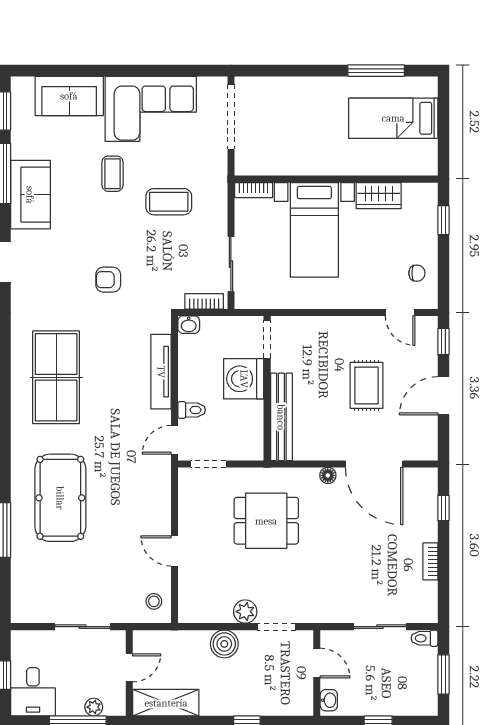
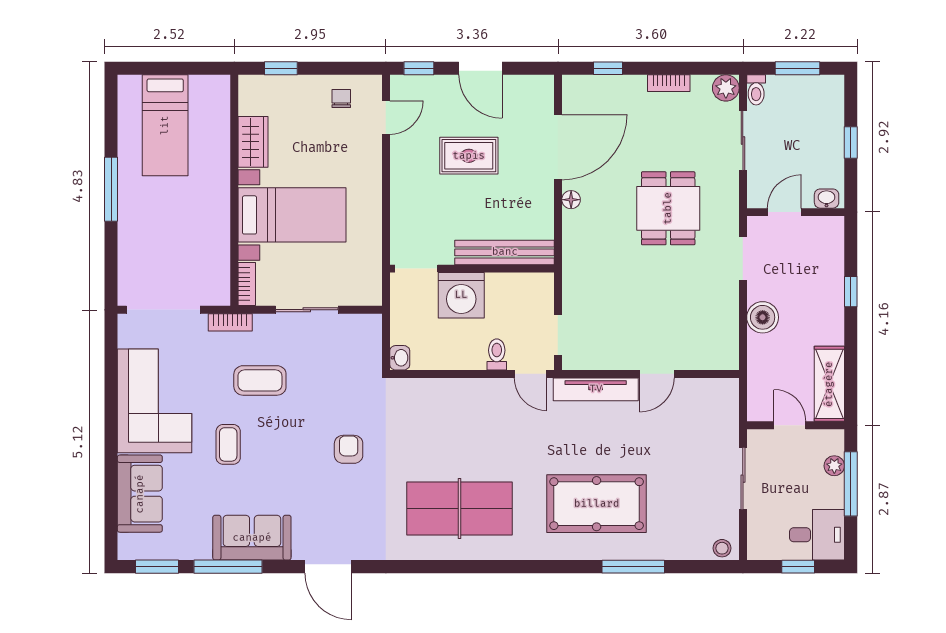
window: (376, 71) -> (111, 189), moved
coffee table: (112, 174) -> (228, 444), turned 90
coffee table: (169, 202) -> (260, 380), turned 90
sliding door: (231, 264) -> (307, 310), moved
armchair: (108, 280) -> (349, 449), turned 180
bookcase: (204, 301) -> (230, 322), moved, turned -90
tv unit: (161, 372) -> (596, 389), moved
dining table: (266, 521) -> (668, 208), moved
stool: (154, 601) -> (722, 548), moved
plant: (245, 612) -> (726, 88), moved

